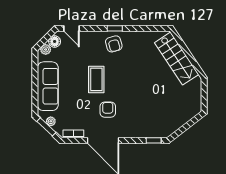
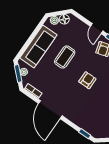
door: (72, 28) -> (97, 29), moved
coffee table: (96, 79) -> (65, 57), moved
armchair: (108, 110) -> (87, 80), moved

